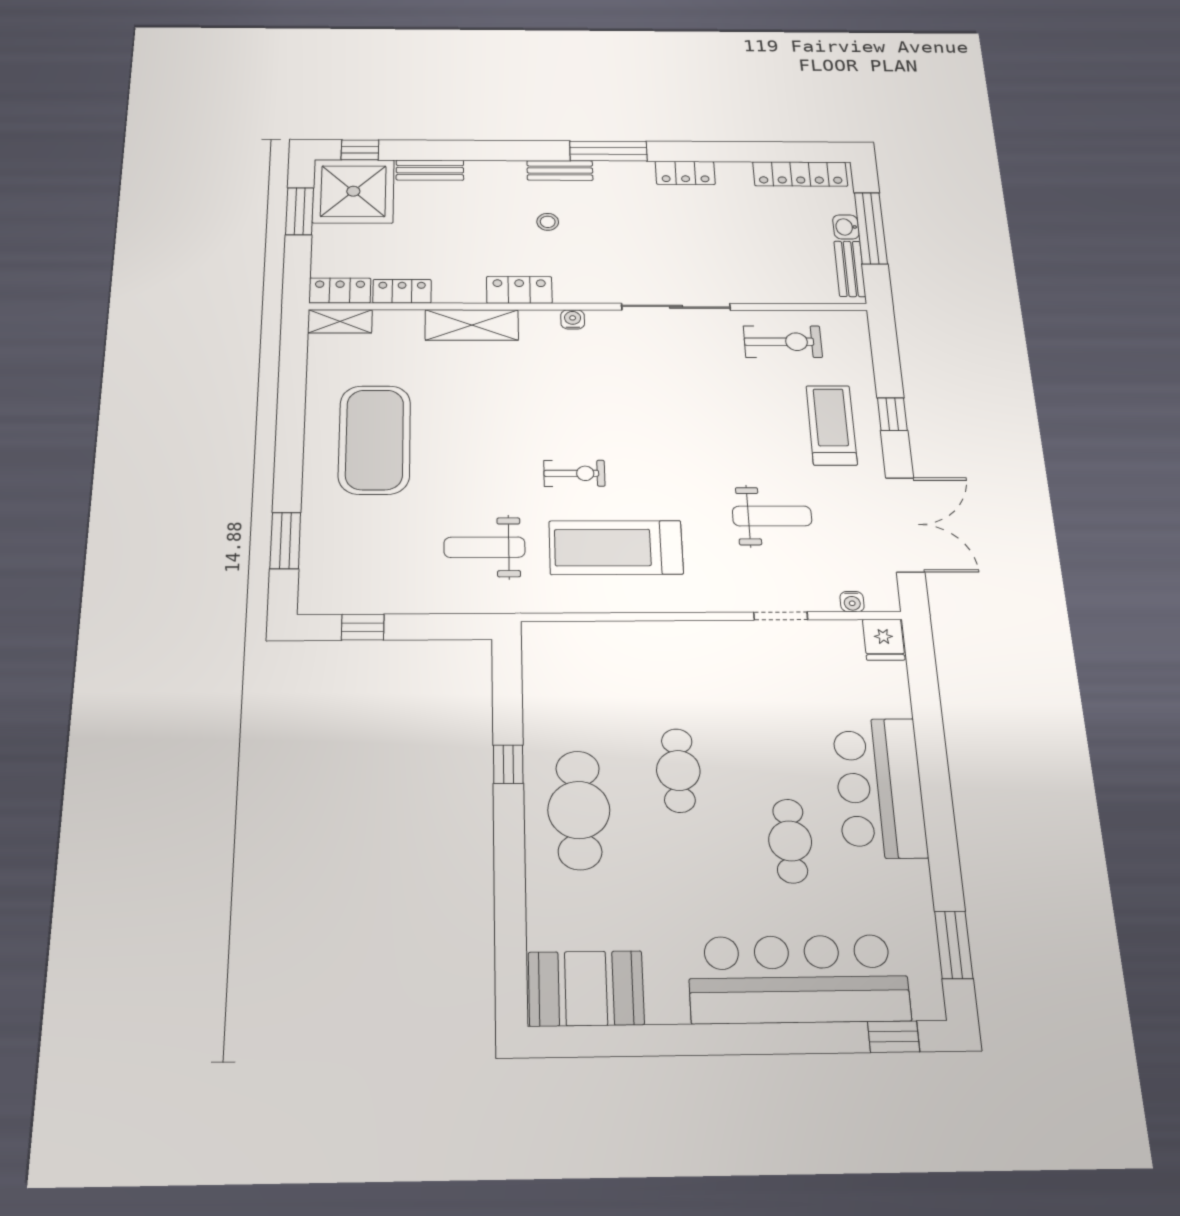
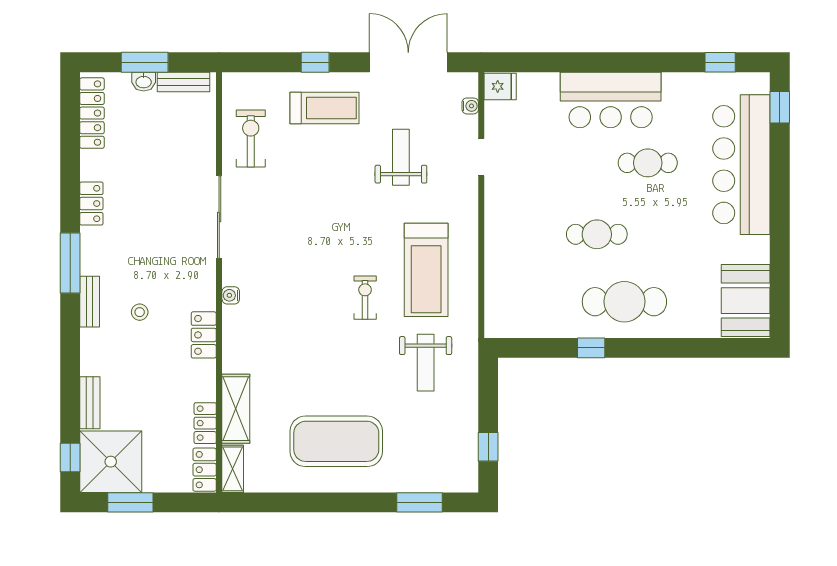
window: (871, 228) -> (145, 62), width x0.69
shelving: (472, 325) -> (236, 409), moved
treadmill: (832, 425) -> (325, 108), turned 180
window: (954, 945) -> (720, 62), width x0.67

